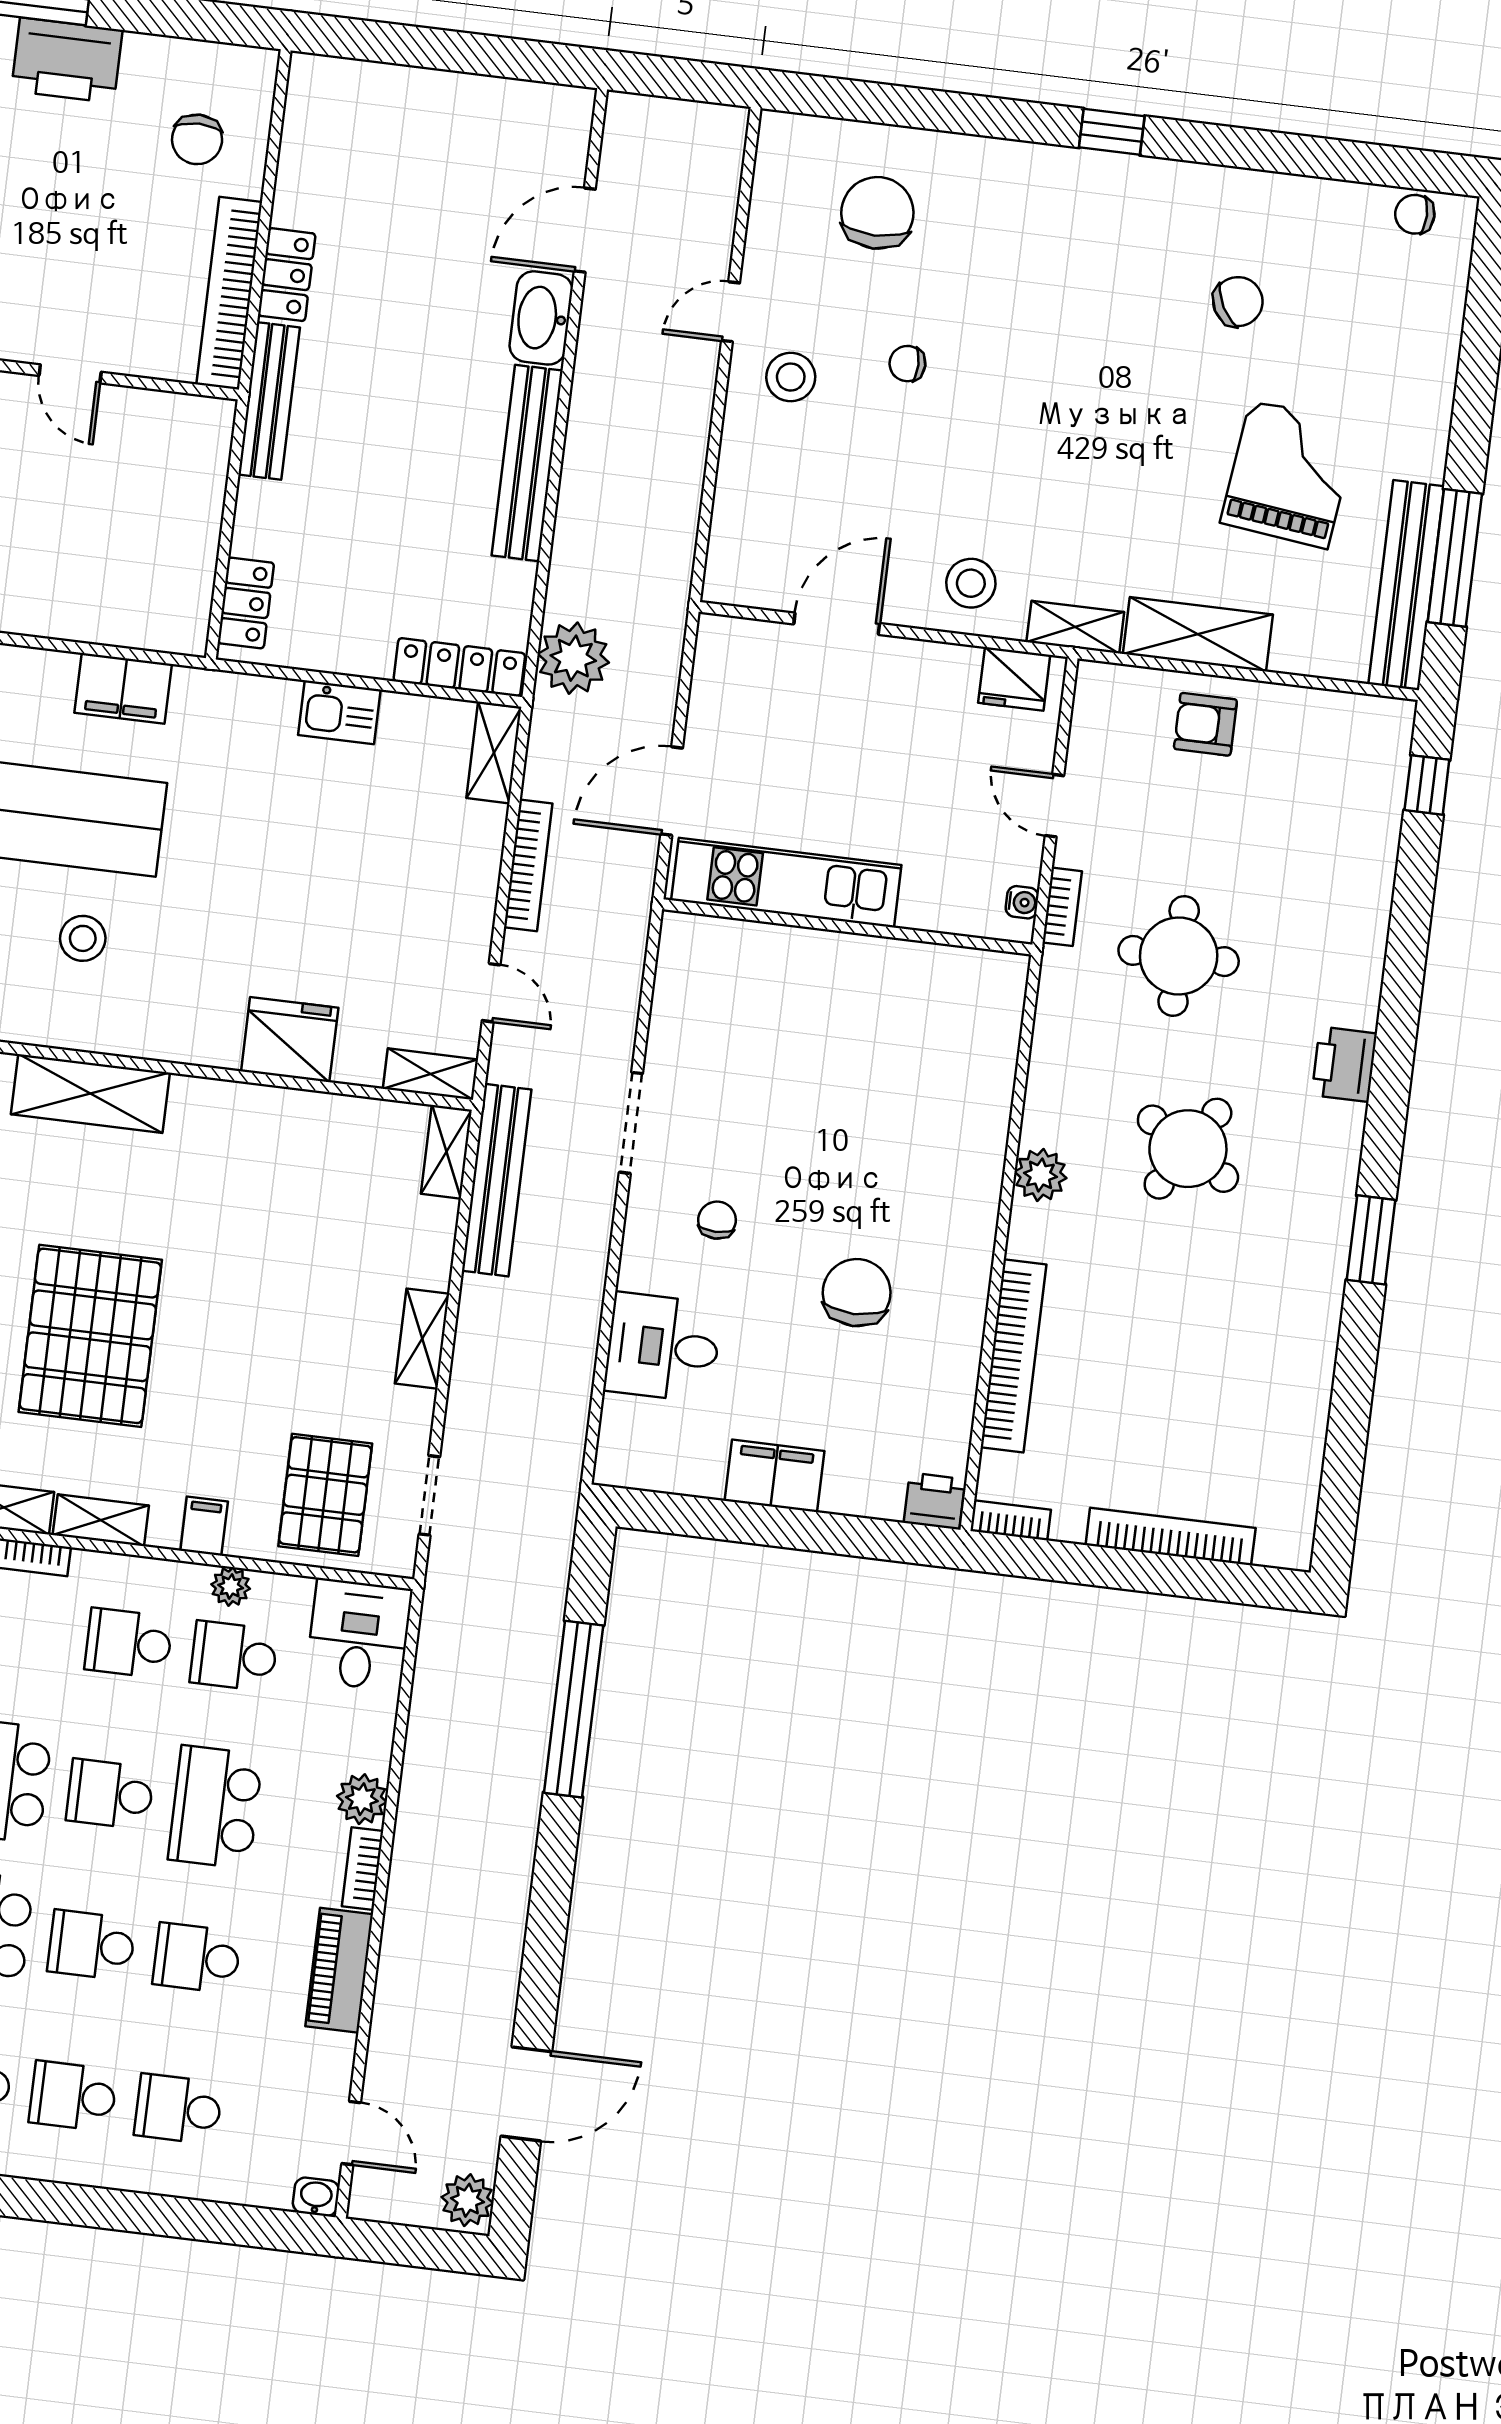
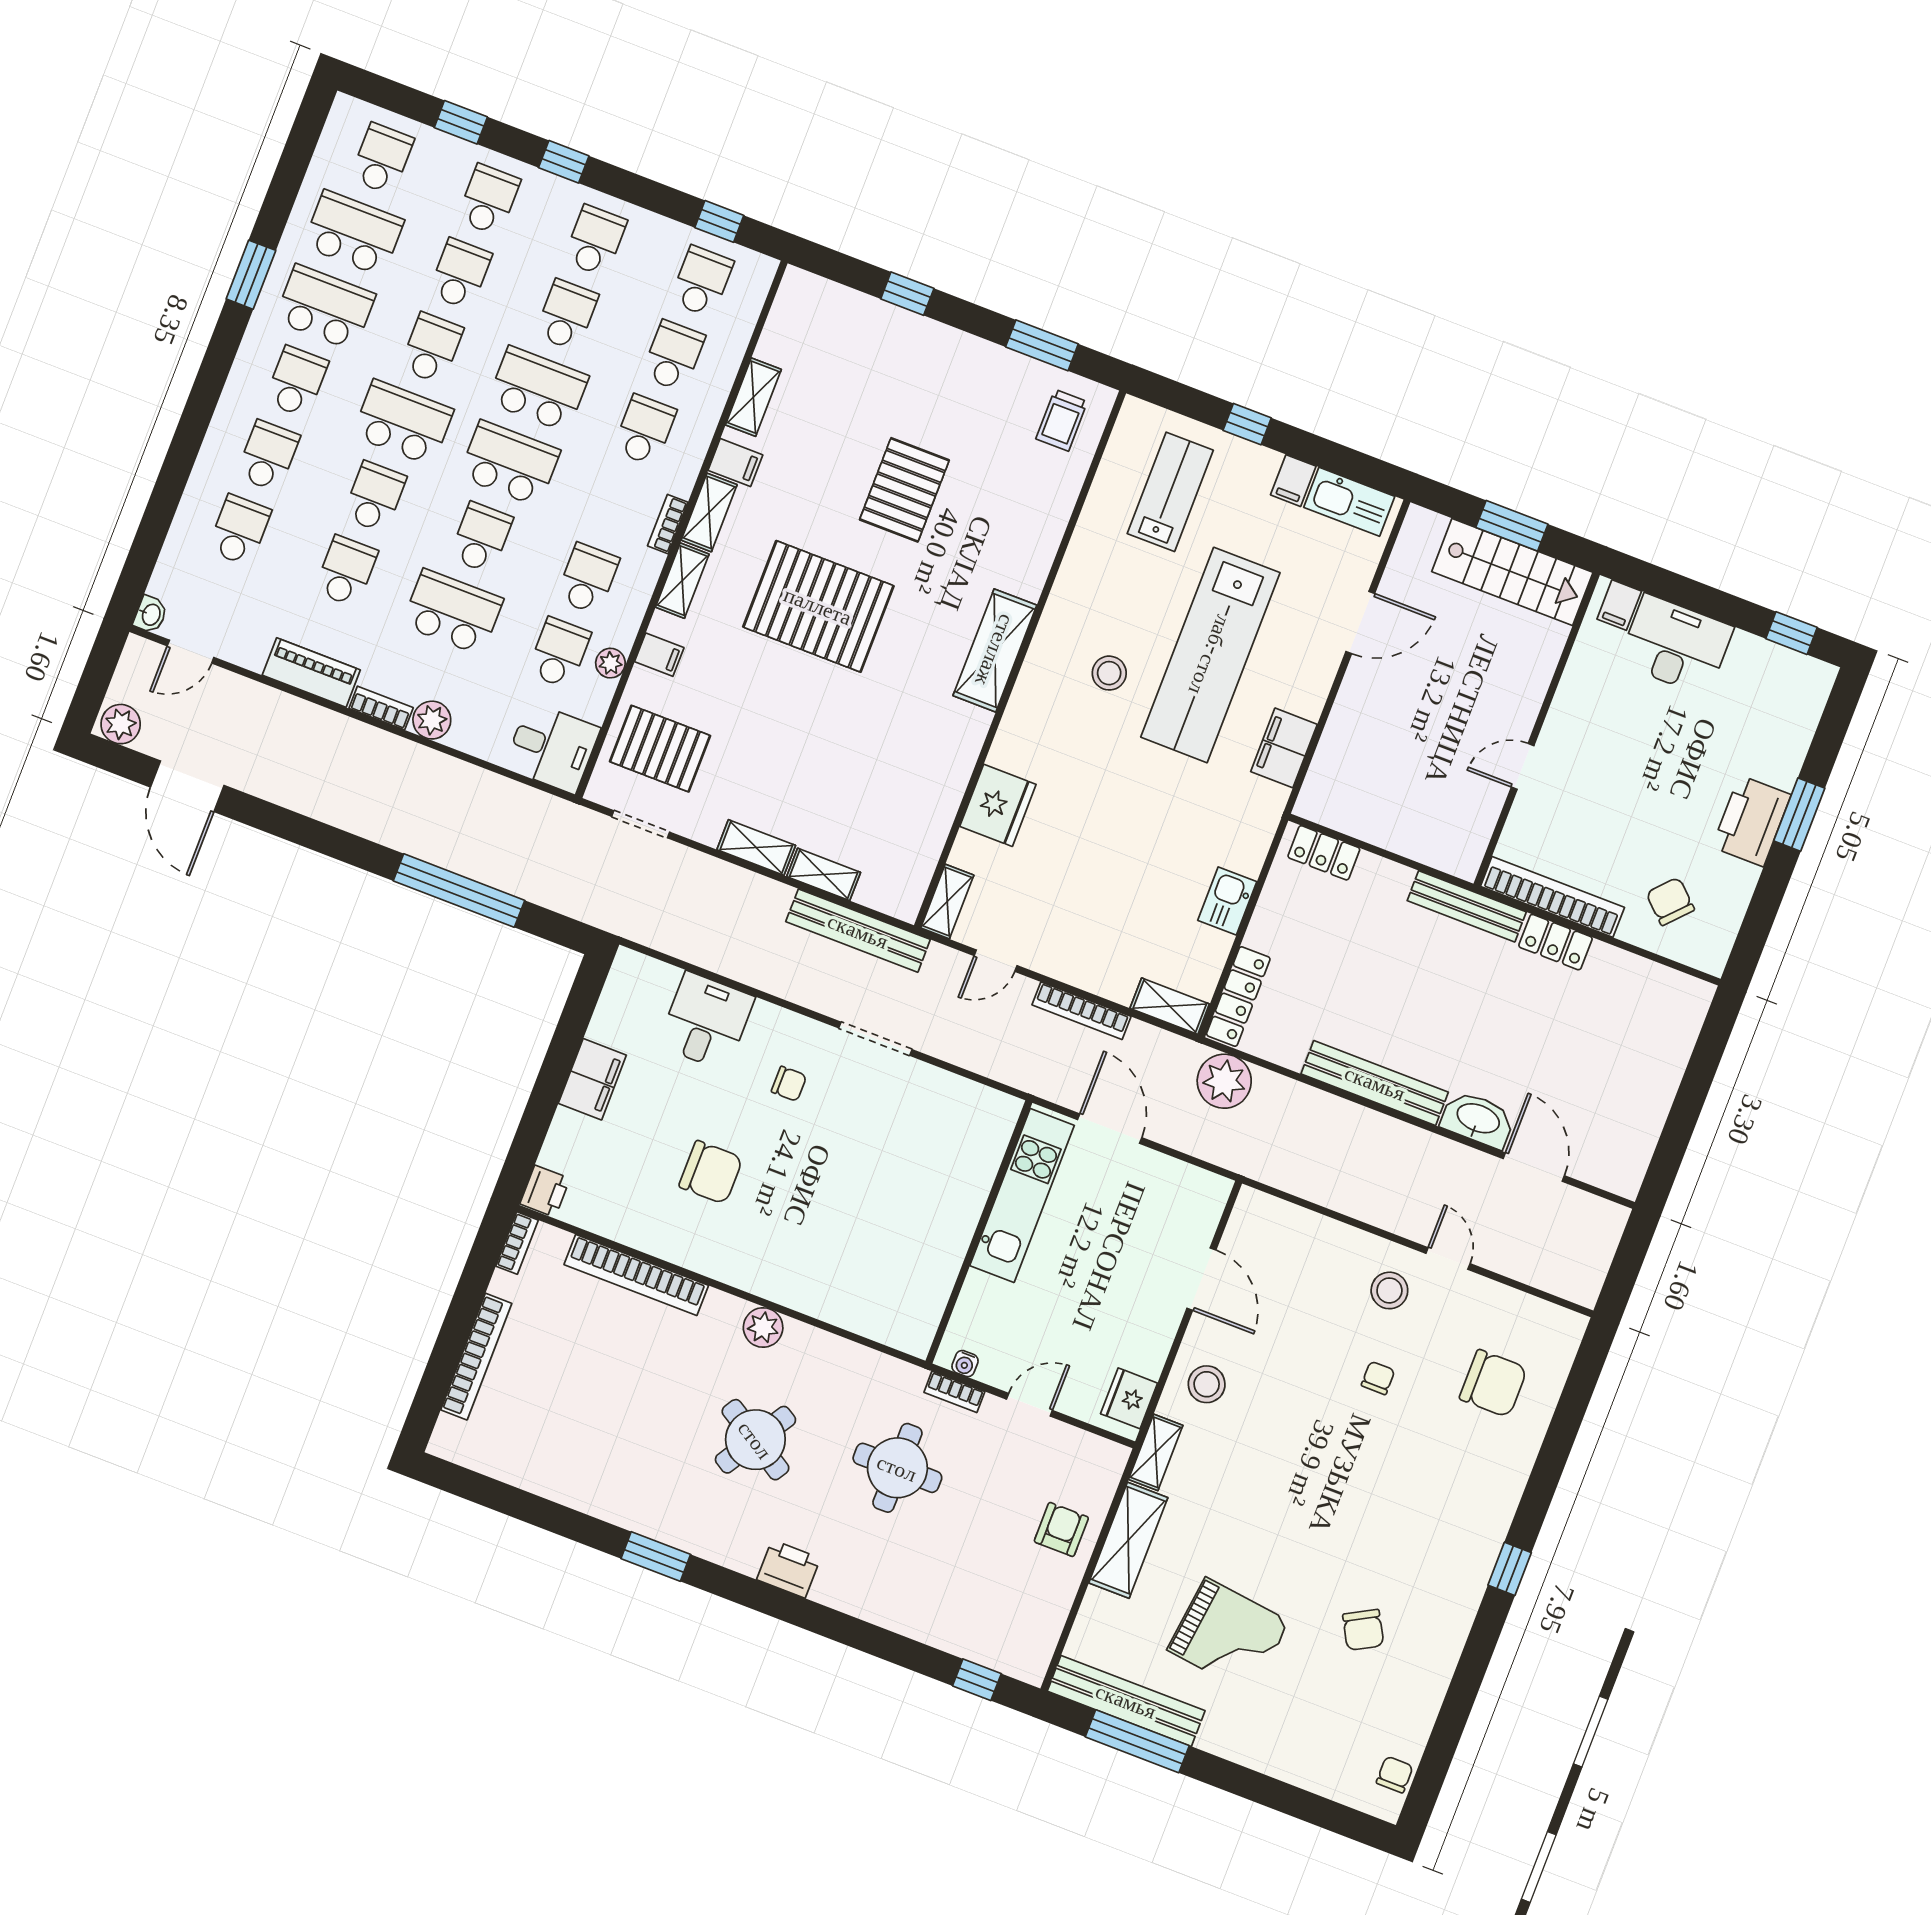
chair: (197, 139) -> (1670, 901), turned 43
shelving: (446, 1152) -> (824, 874), moved

